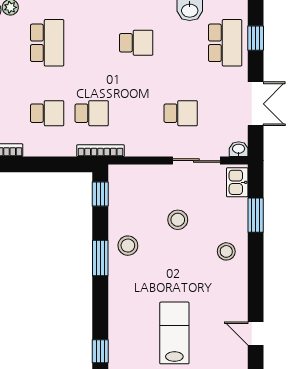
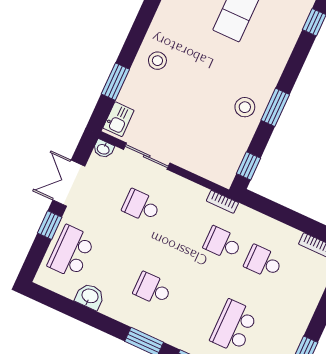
window: (256, 38) -> (50, 225), moved
bookcase: (100, 151) -> (222, 202), width x0.64
stool: (178, 220) -> (188, 110), removed

